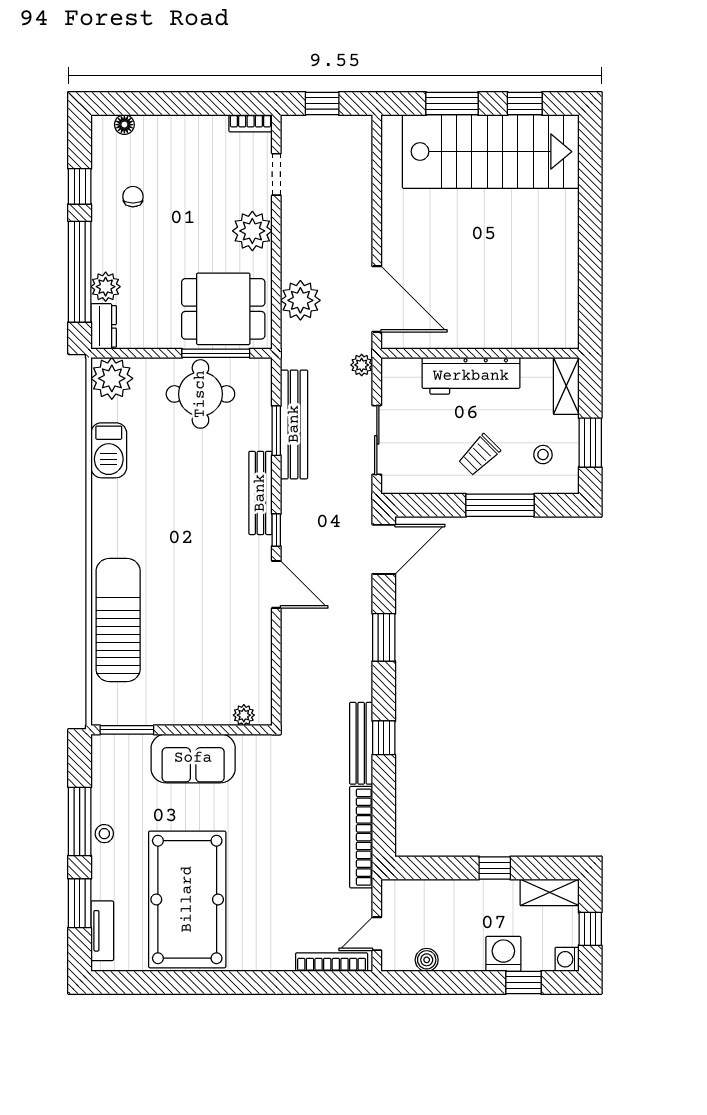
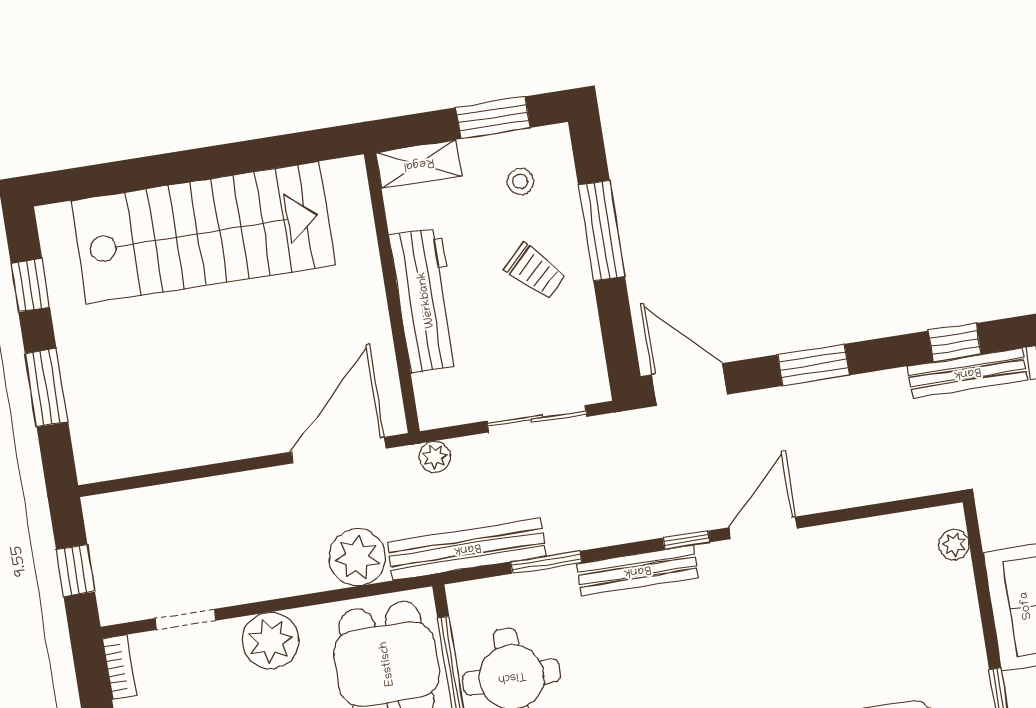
stairs: (491, 152) -> (203, 233), moved, turned 90
bench: (294, 424) -> (467, 549), moved

